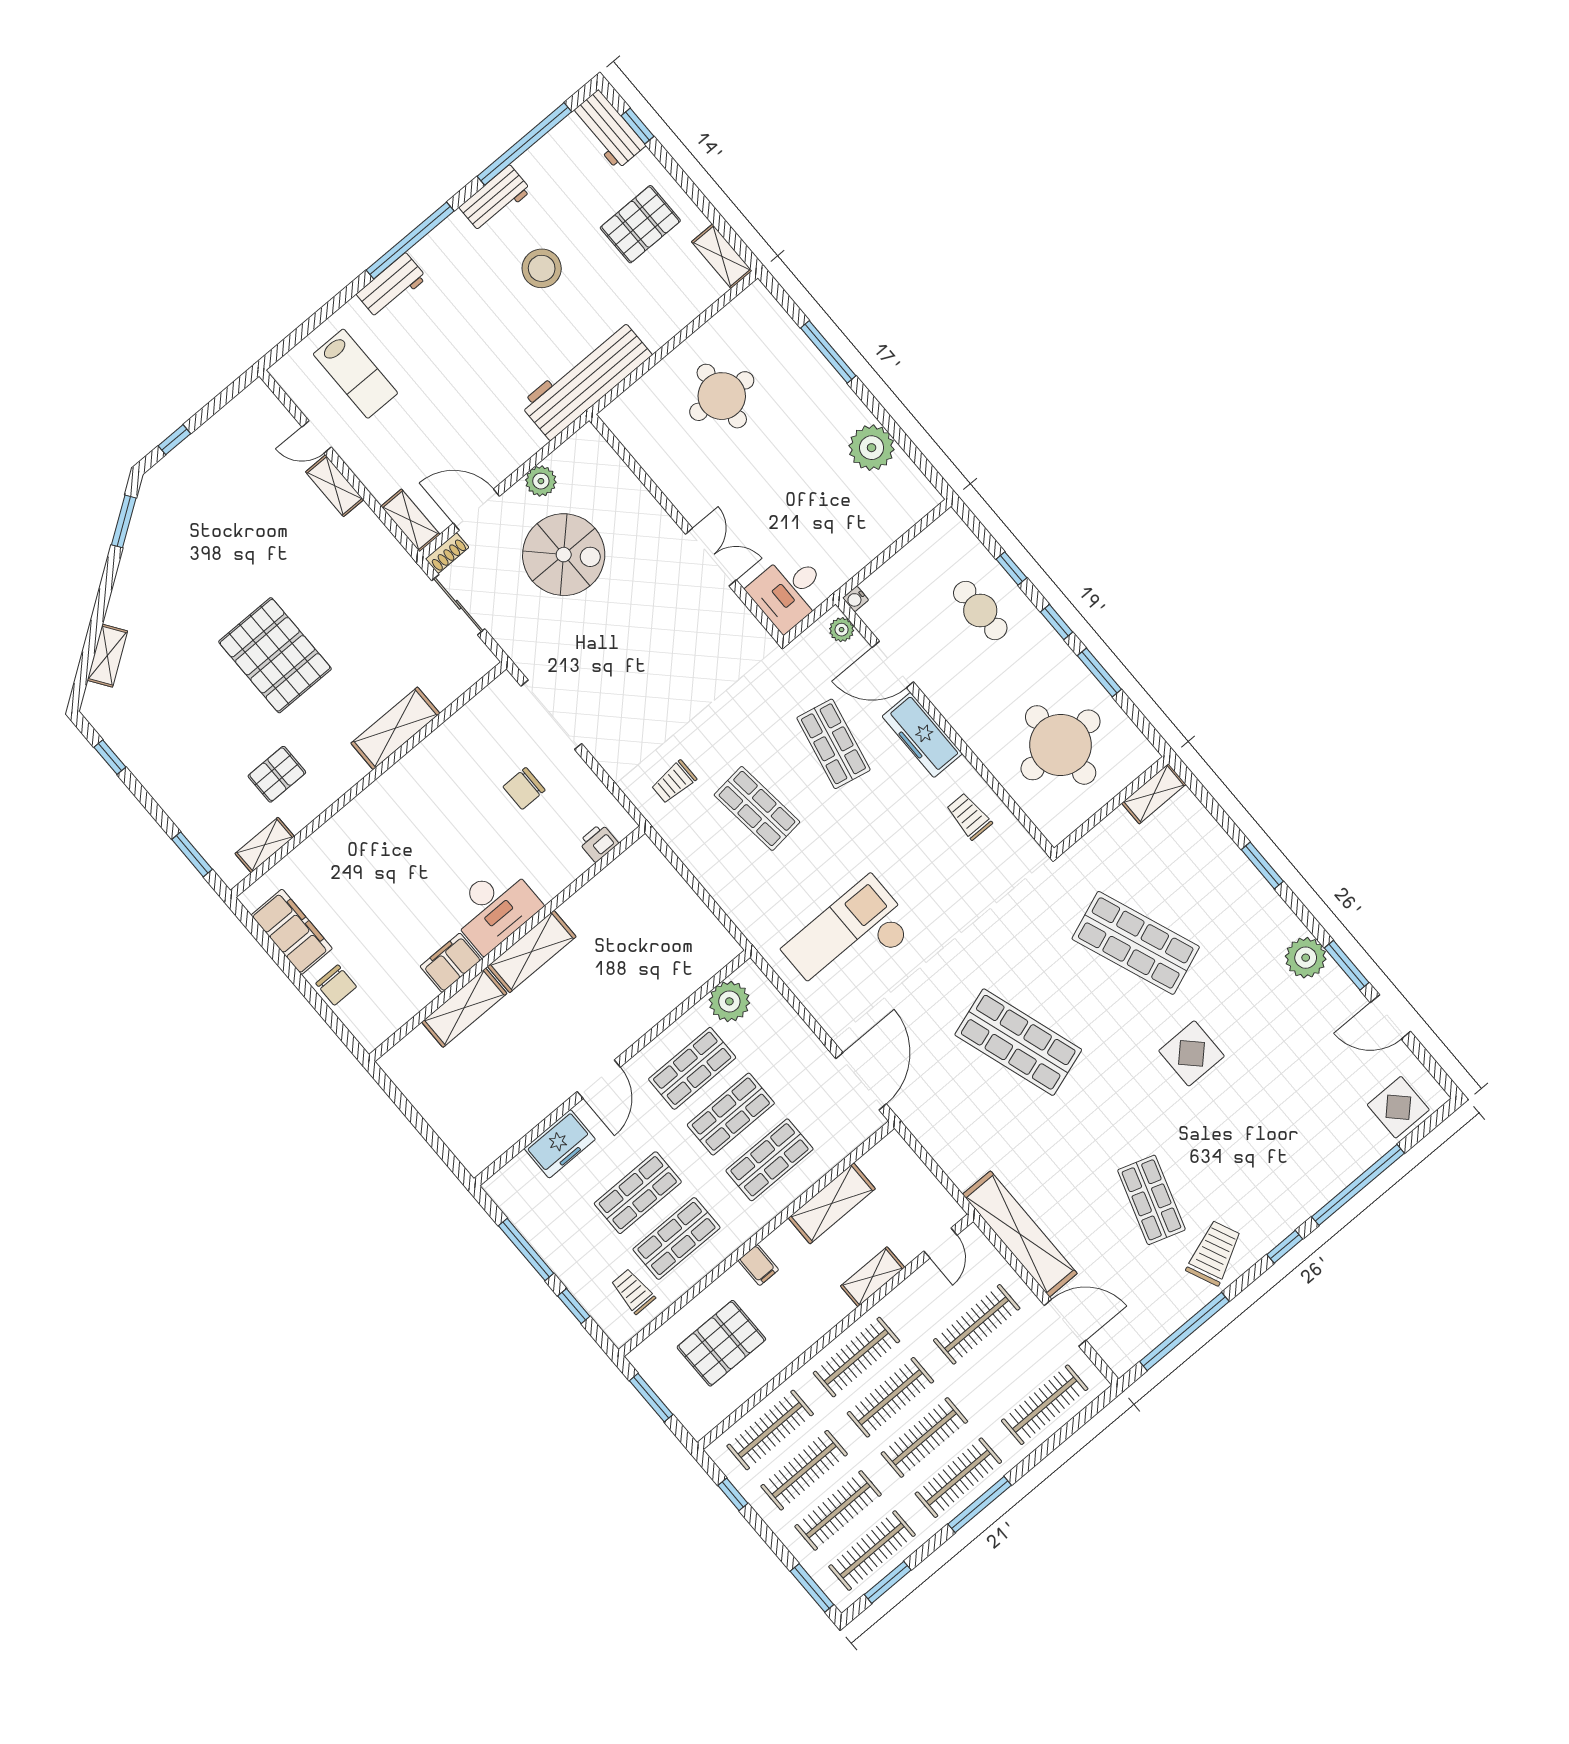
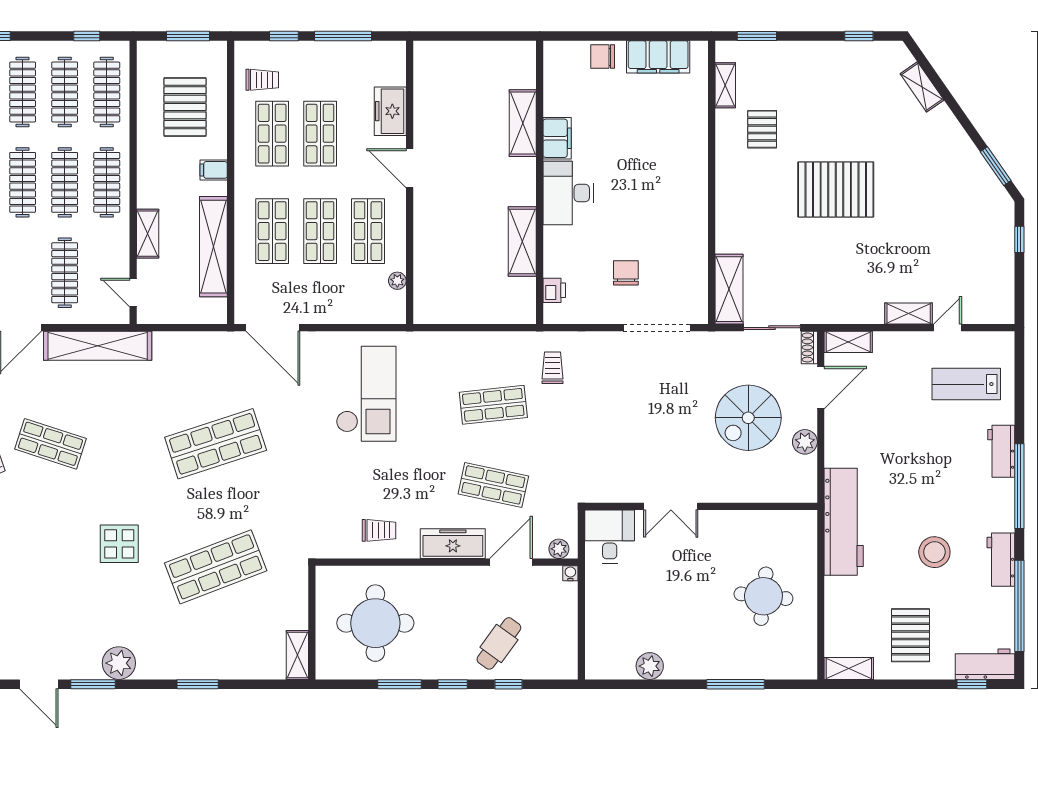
plant: (872, 448) -> (650, 666), width x0.73, depth x0.73
cafe table: (980, 610) -> (499, 643), turned -54
shelving: (395, 728) -> (729, 289), moved
shelving: (532, 952) -> (522, 241), moved
plant: (729, 1001) -> (397, 281), width x0.53, depth x0.53
door: (1390, 1017) -> (39, 684), swing flipped
shelving: (832, 1203) -> (213, 247), width x1.47

